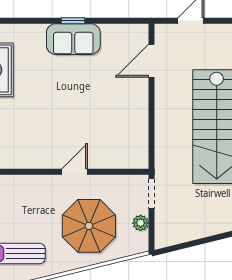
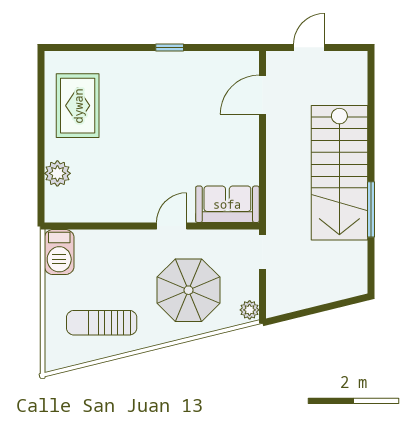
sofa: (73, 39) -> (227, 204), moved, turned 180
plant: (141, 223) -> (250, 310), moved

